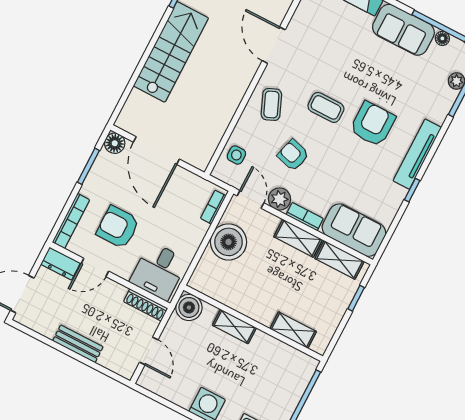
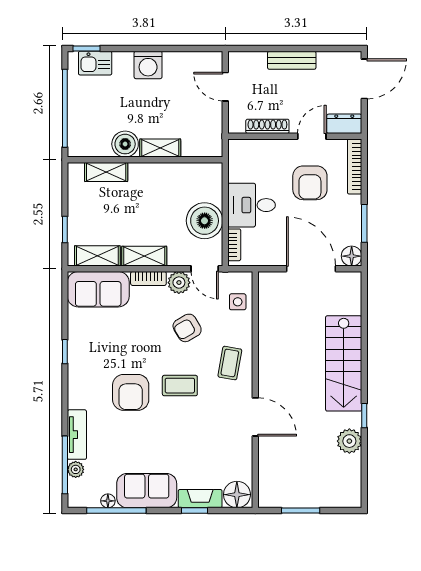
coffee table: (271, 104) -> (230, 363), turned 33
tv unit: (417, 154) -> (77, 435), moved, width x0.71
armchair: (293, 155) -> (187, 328), turned 134
armchair: (118, 227) -> (310, 183), turned 90
desk: (159, 271) -> (252, 205), moved, turned -90
shoe rack: (146, 305) -> (267, 126), moved
boiler: (189, 307) -> (125, 144), moved

